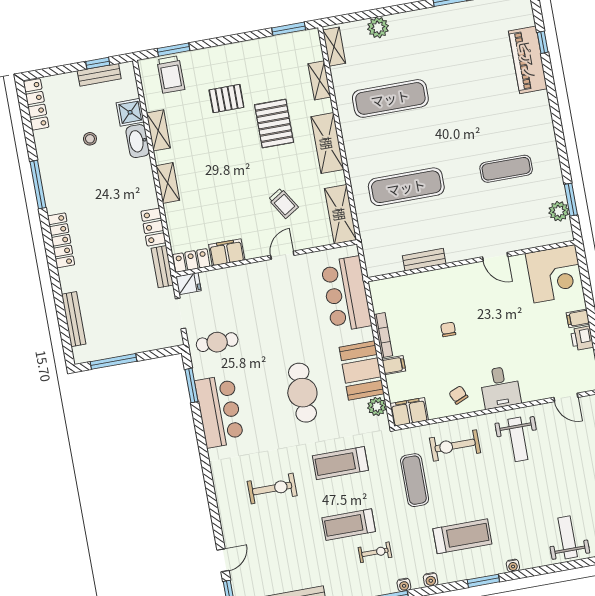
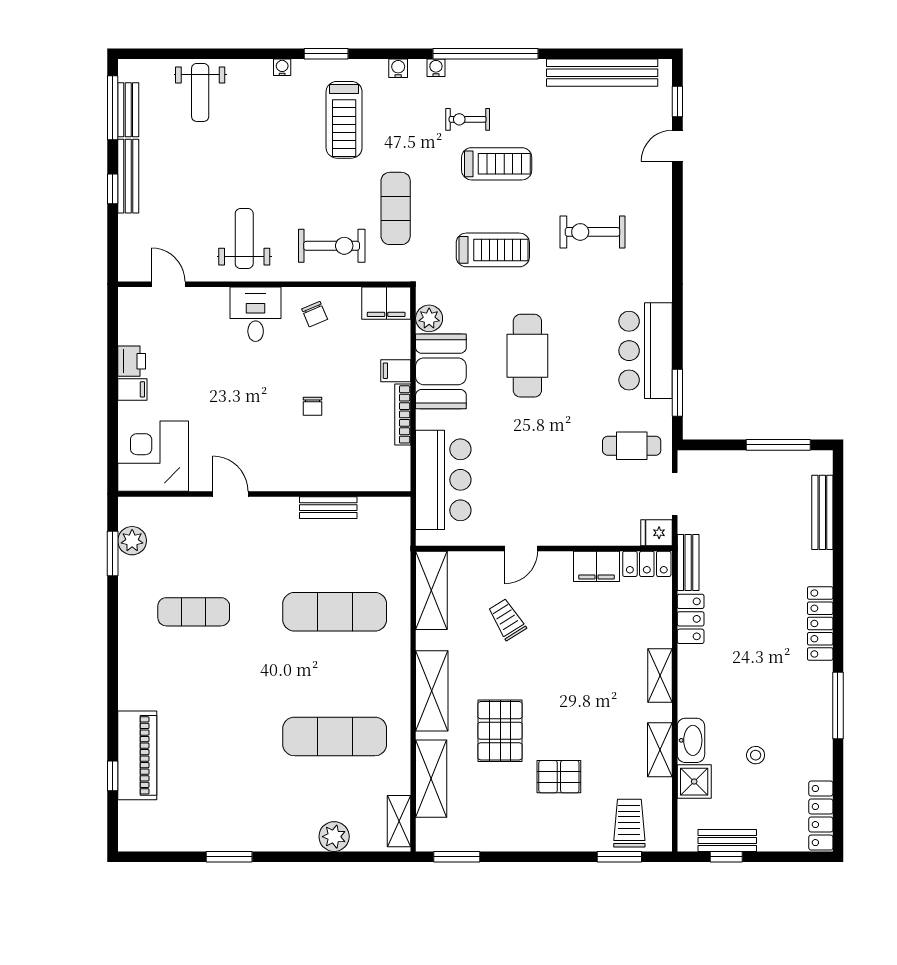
shelving: (319, 80) -> (431, 779), width x1.50, depth x1.33
treadmill: (462, 536) -> (344, 120), turned -90

